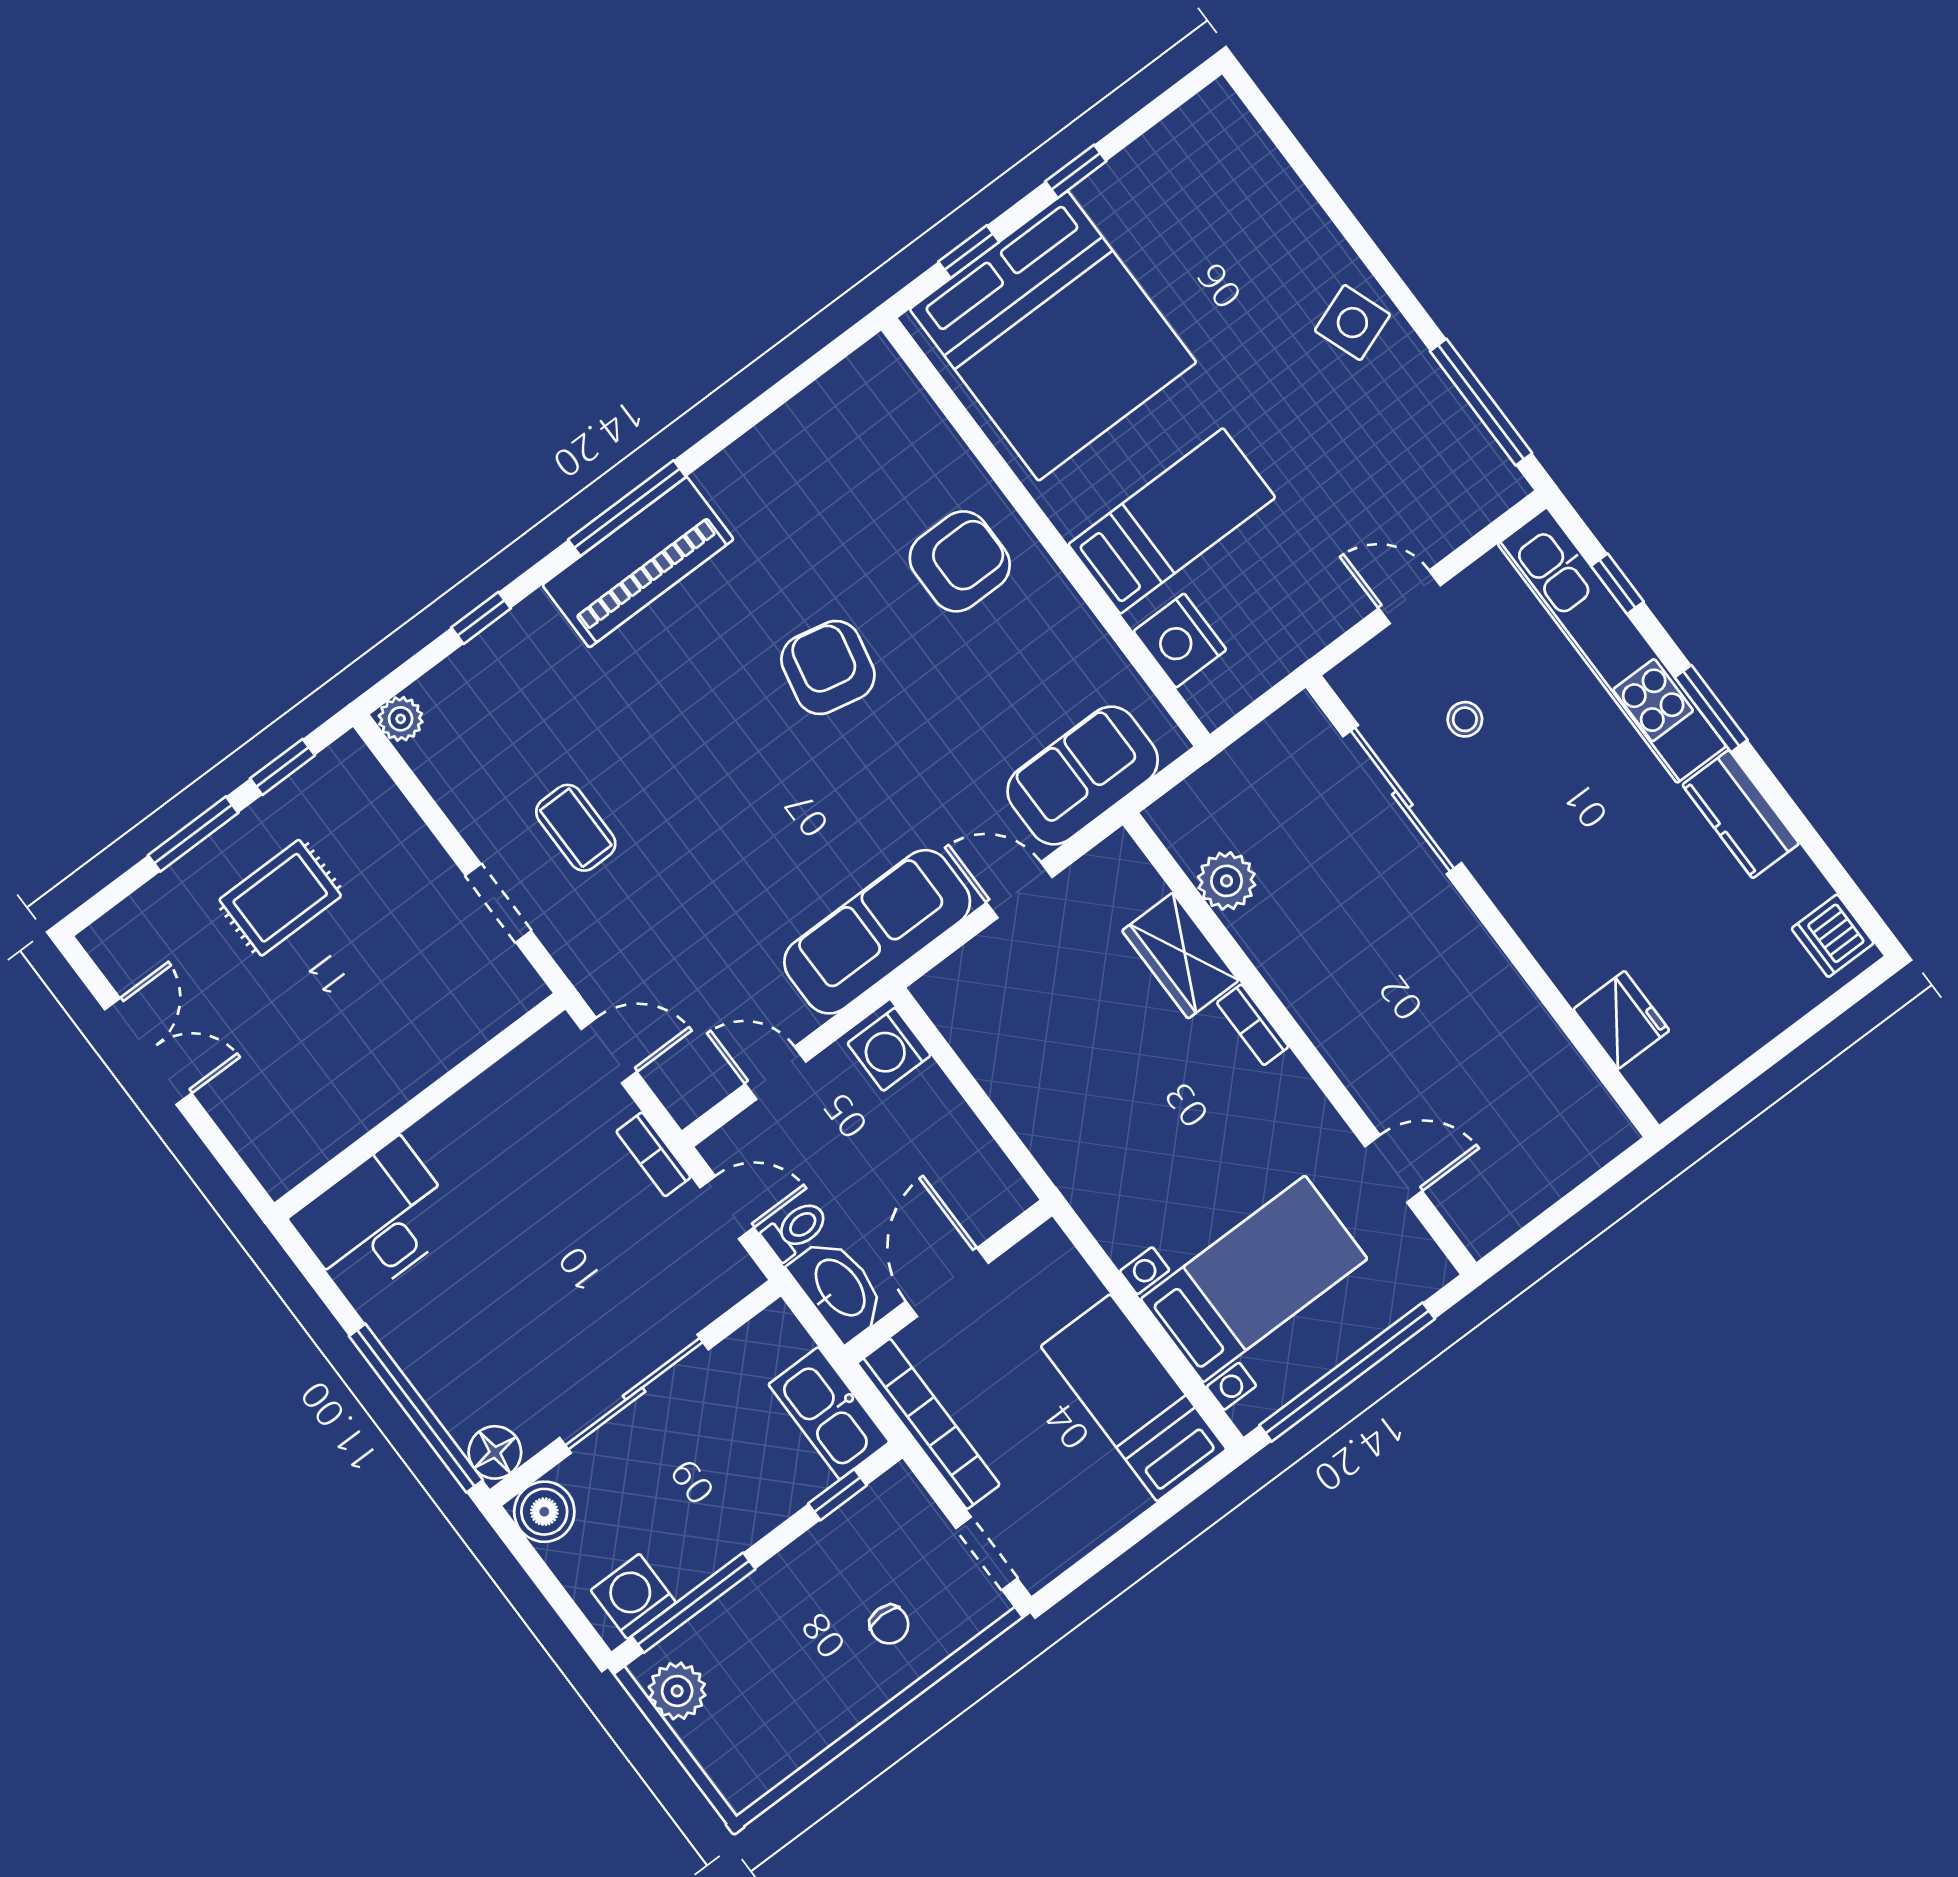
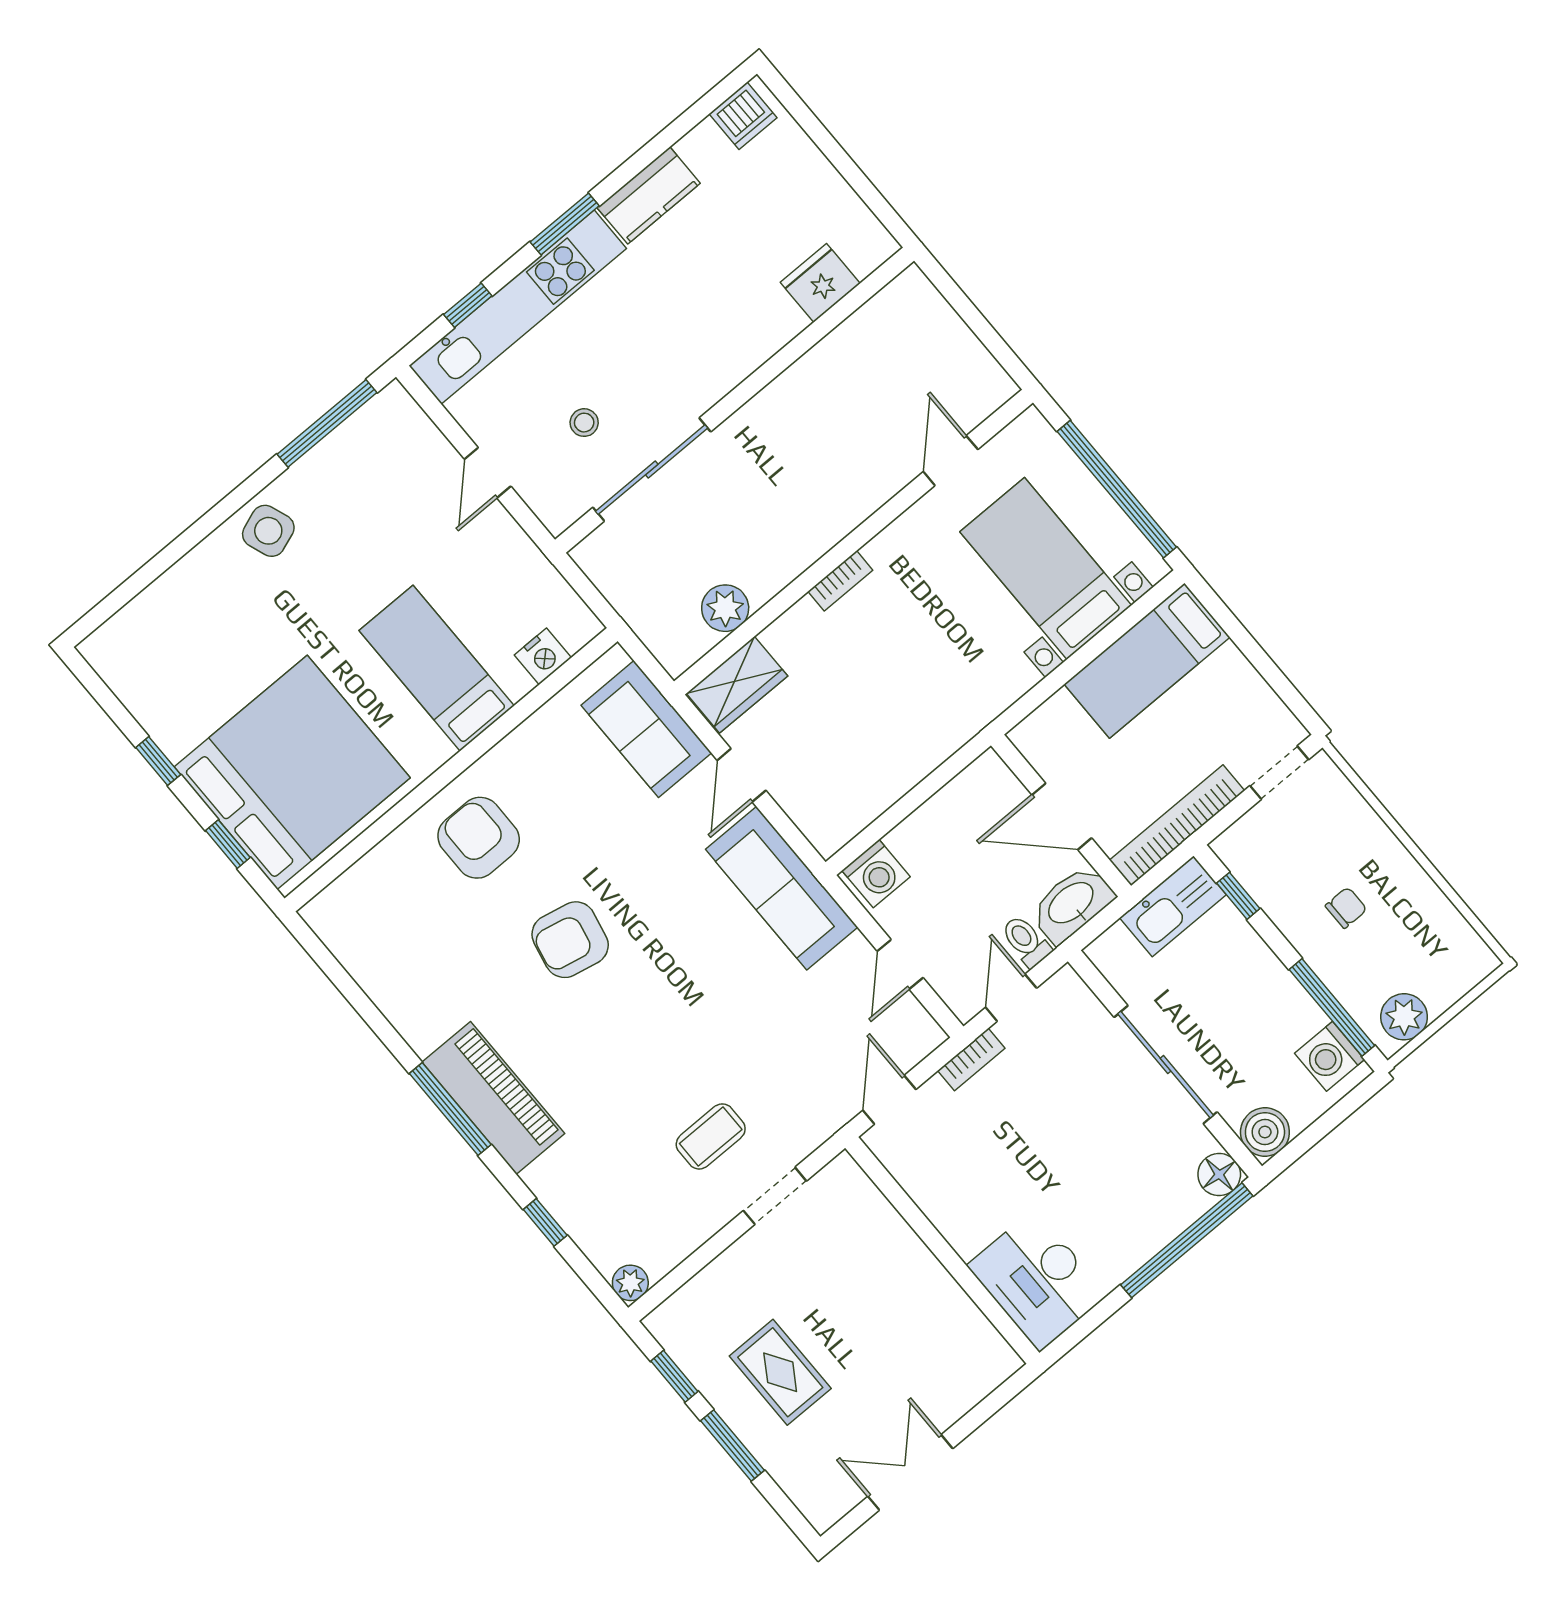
nightstand: (1180, 641) -> (543, 656), width x0.74, depth x0.75
wardrobe: (1180, 956) -> (737, 685), moved
chair: (889, 1625) -> (1346, 908), moved

